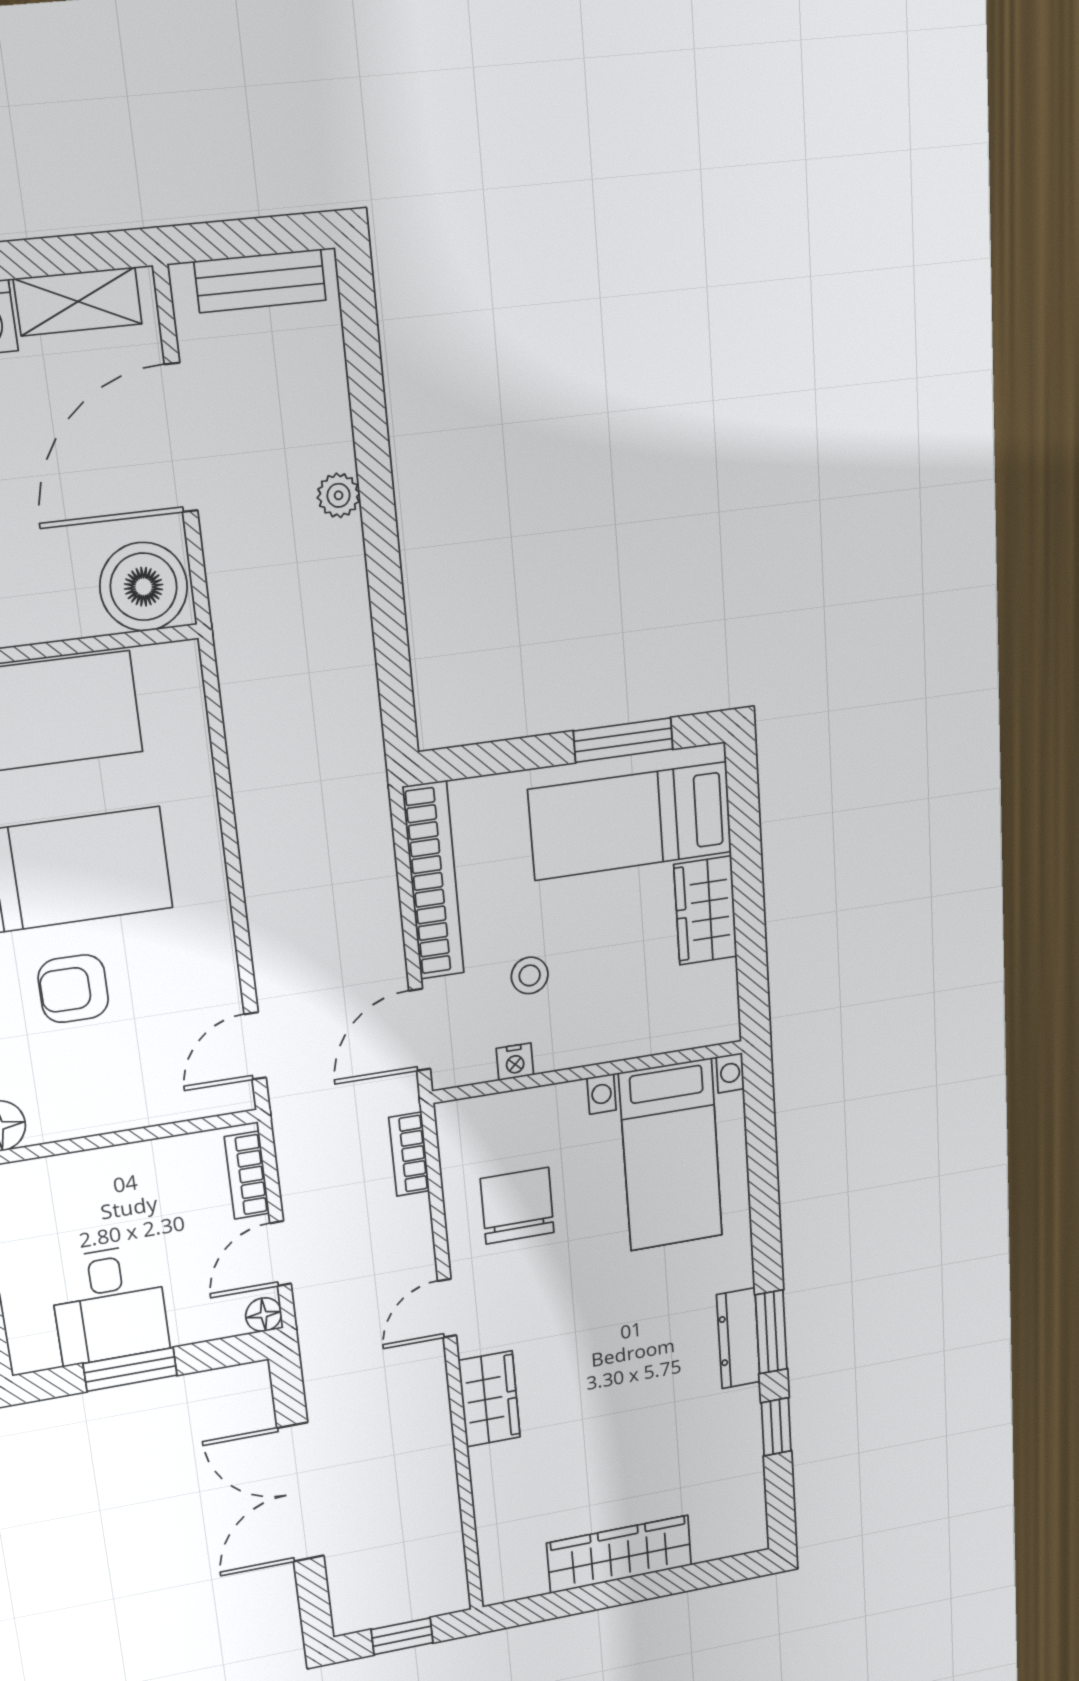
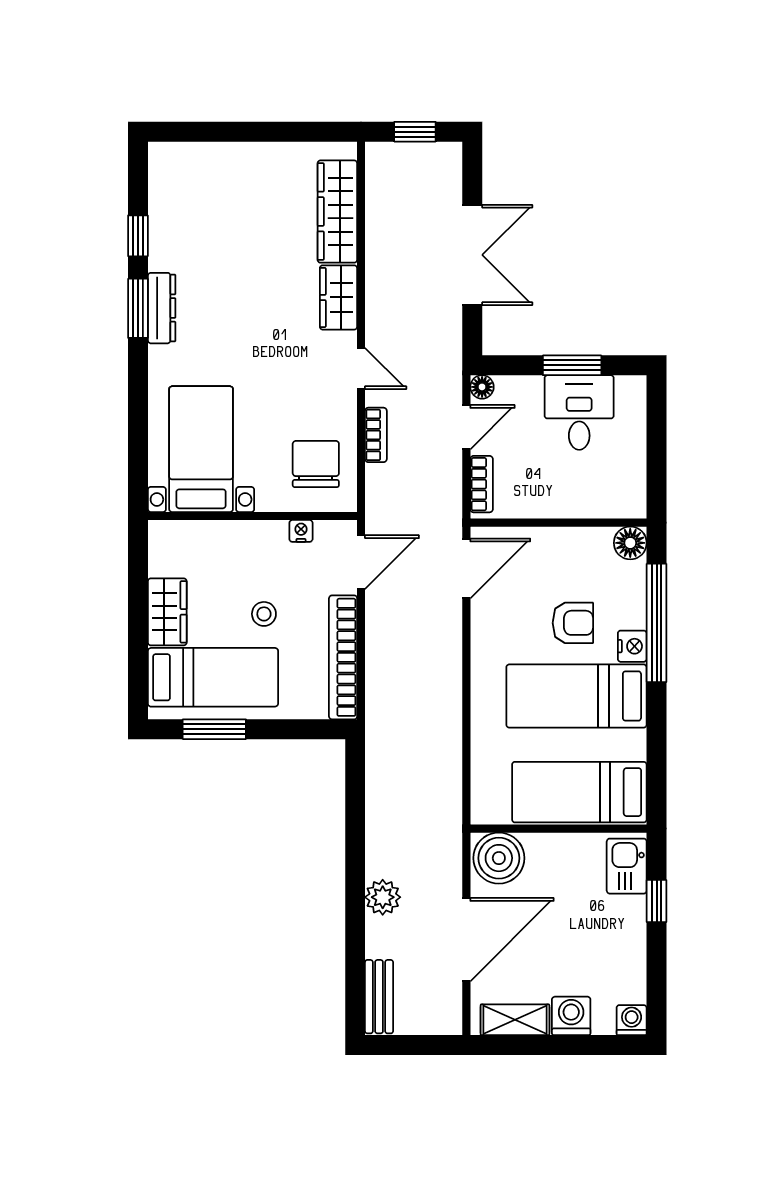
bench: (260, 281) -> (379, 997), moved, turned 90
plant: (339, 495) -> (383, 897), width x1.38, depth x1.38
stool: (530, 975) -> (264, 614), moved
door: (255, 1046) -> (466, 568), width x1.38
bookcase: (409, 1154) -> (376, 435), moved
chair: (517, 1206) -> (316, 464), moved, turned 180
door: (447, 1308) -> (361, 368), hinge flipped
wardrobe: (619, 1554) -> (337, 212), moved, turned 90

